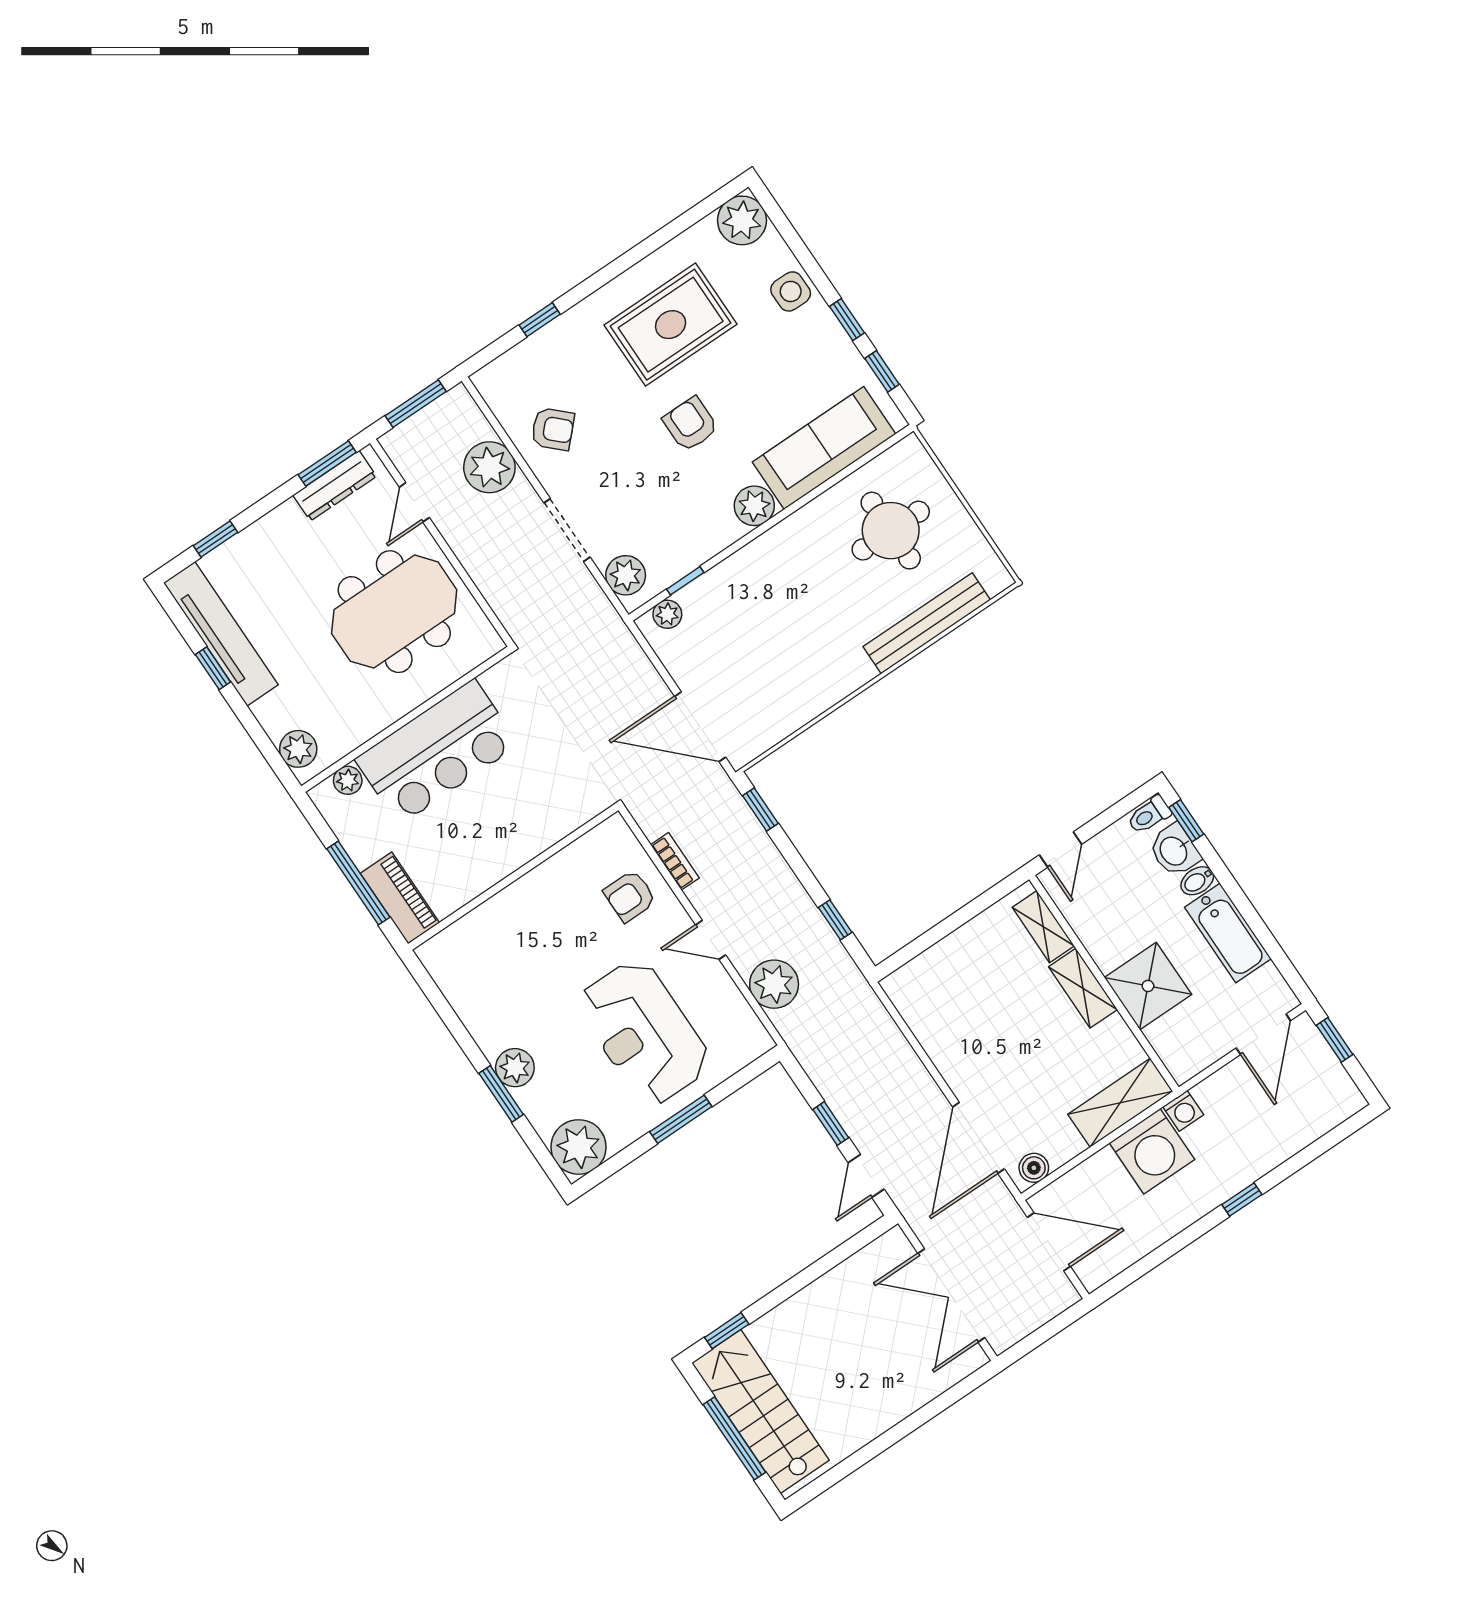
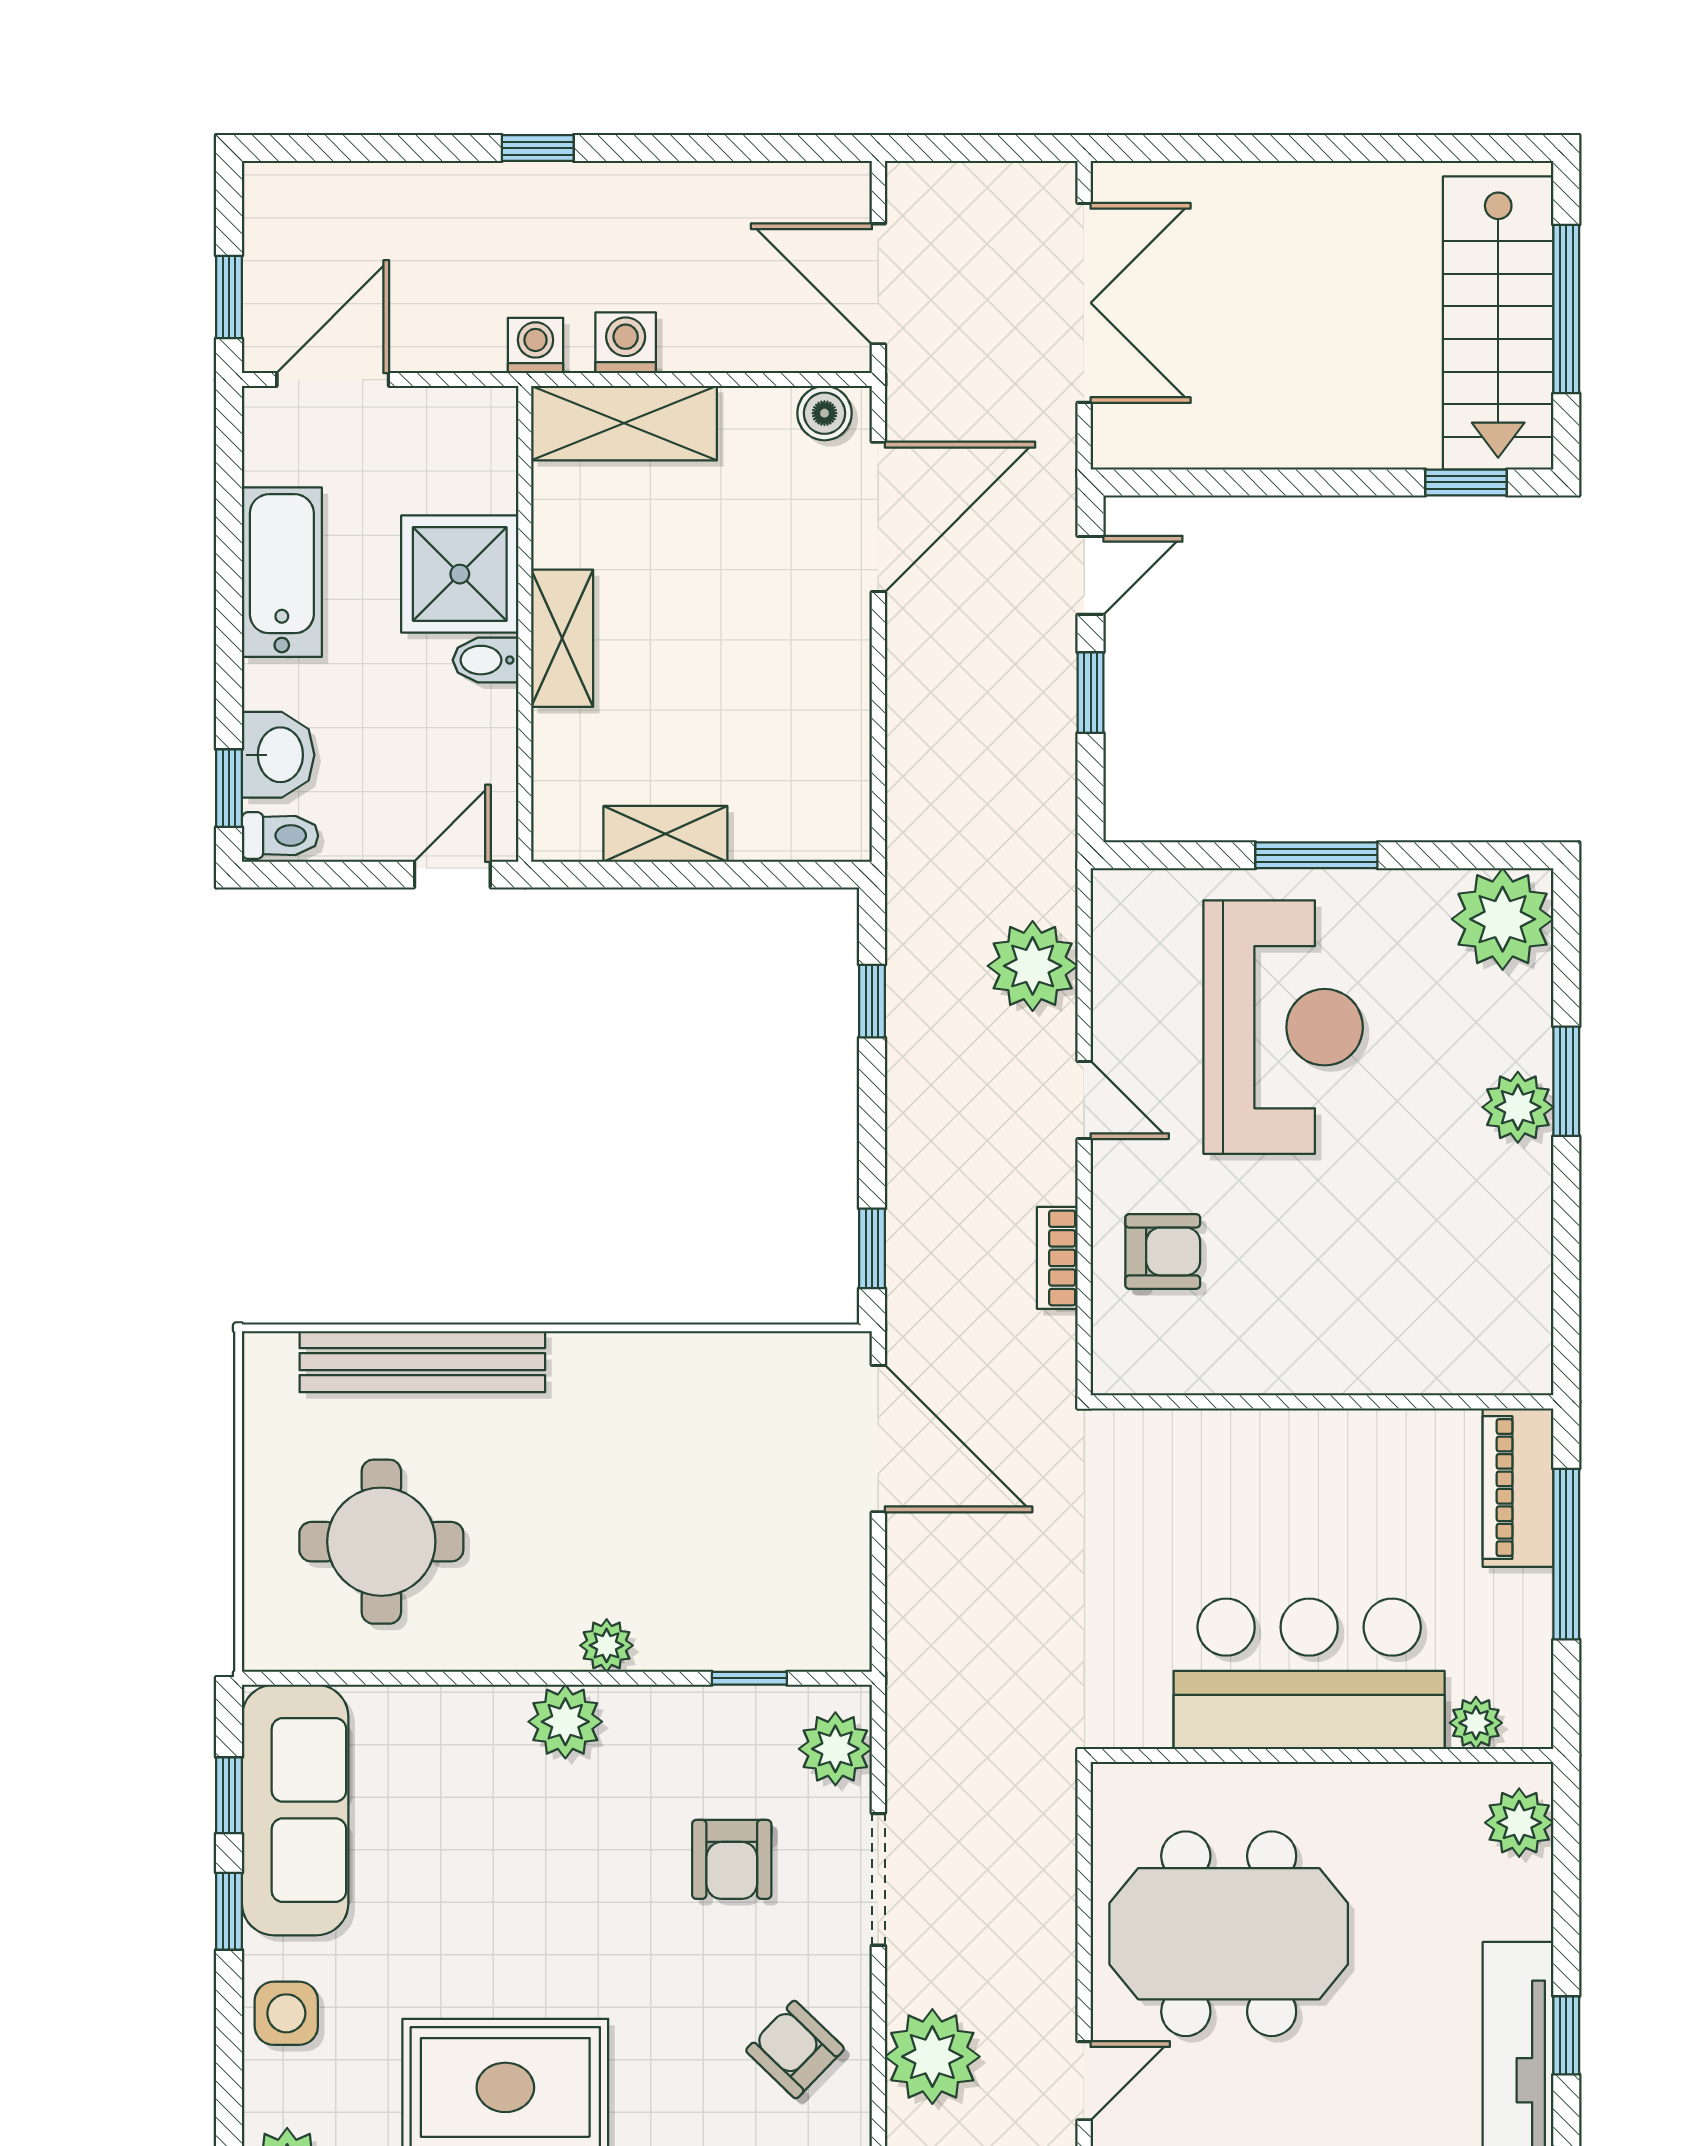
armchair: (690, 424) -> (732, 1859), moved
sofa: (824, 448) -> (295, 1810), moved, turned -90
plant: (667, 614) -> (607, 1645), moved
bidet: (1197, 881) -> (485, 660), moved, turned 180
shelving: (1043, 927) -> (665, 834), moved, turned 90
washing machine: (1152, 1151) -> (626, 343), width x0.53, depth x0.53

